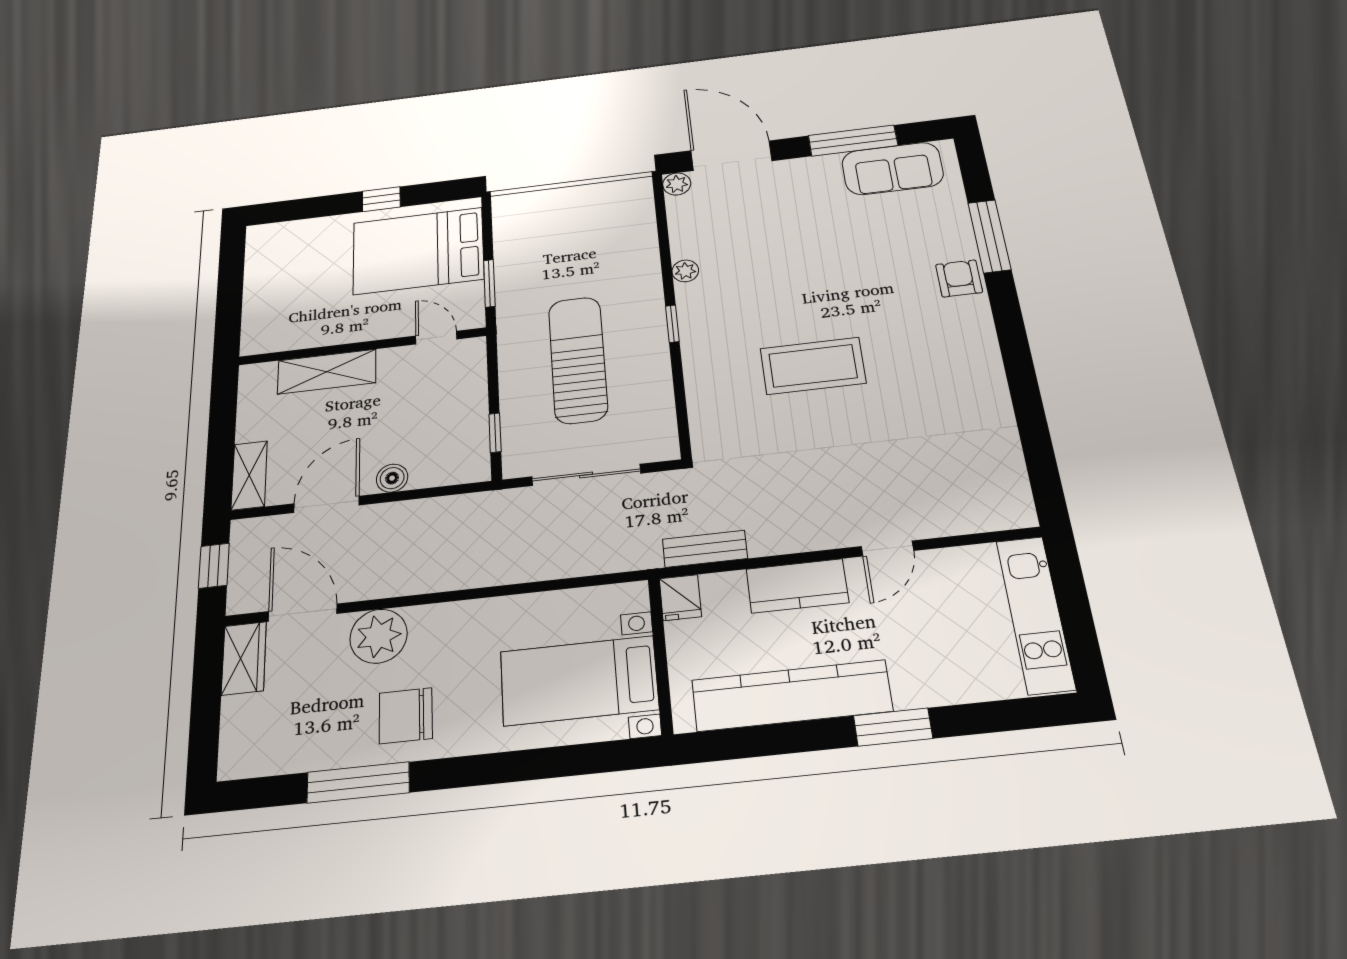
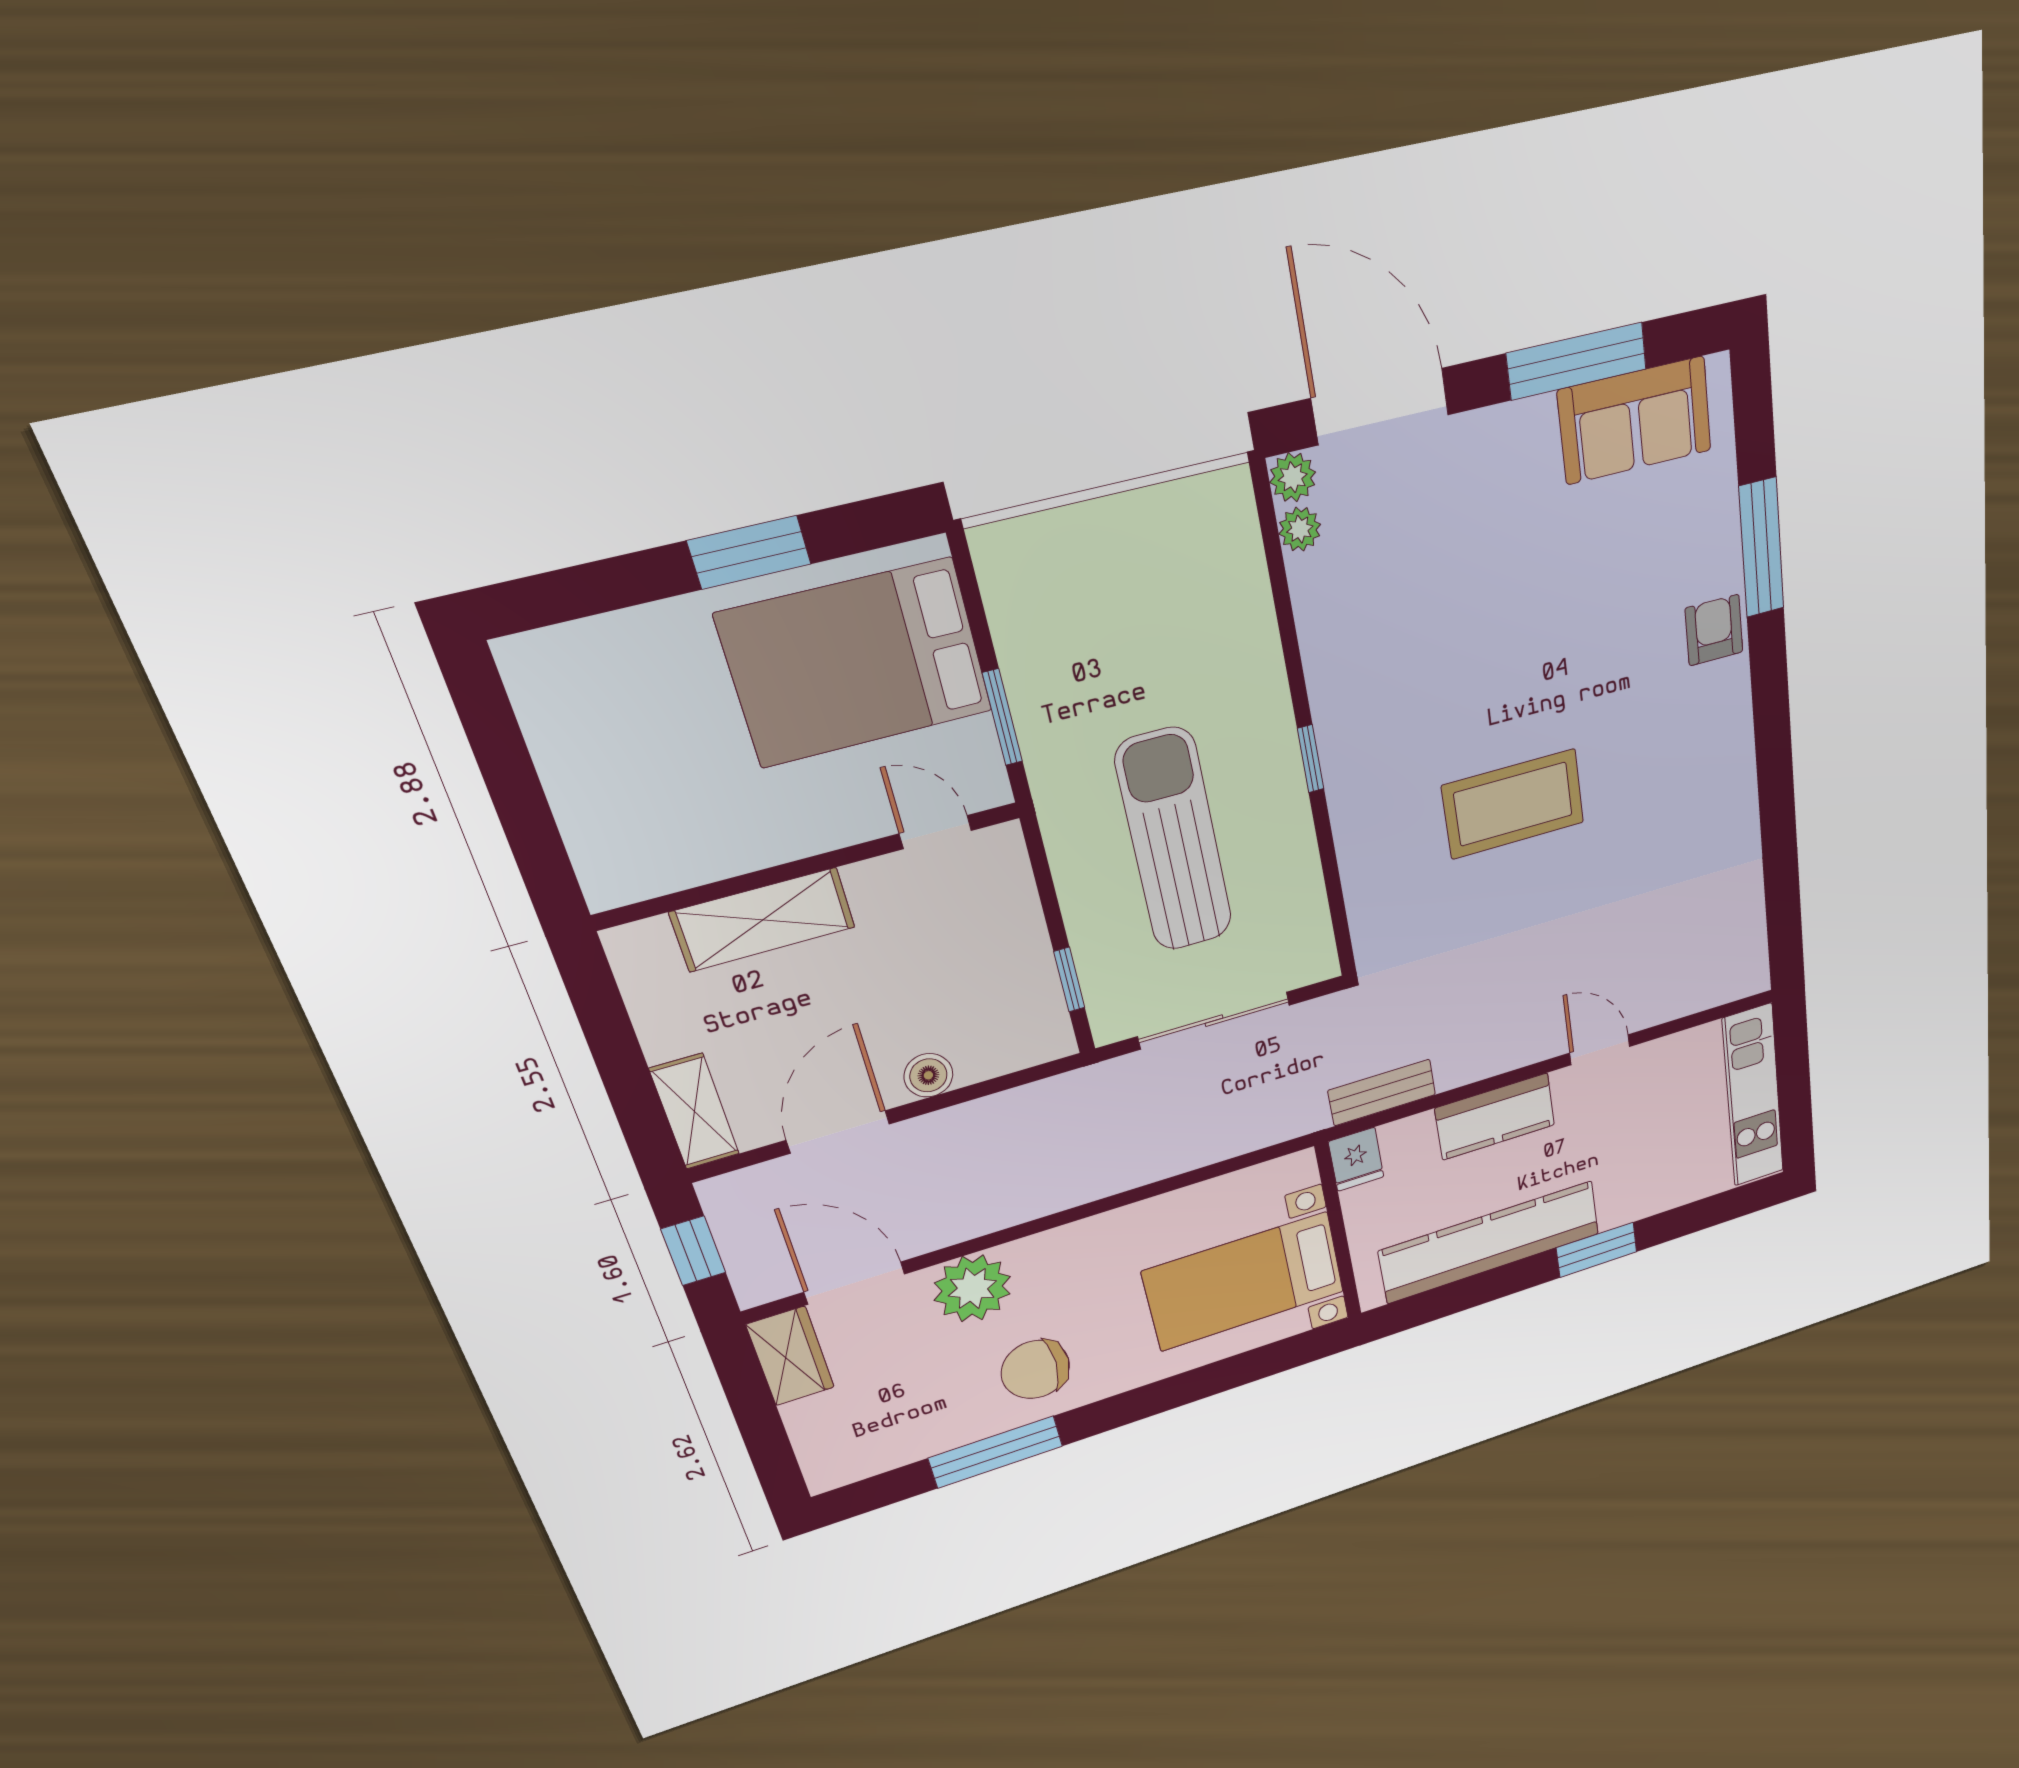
window: (381, 199) -> (749, 552), width x1.50
plant: (685, 271) -> (1300, 529), moved
door: (887, 548) -> (1600, 1050), swing flipped

